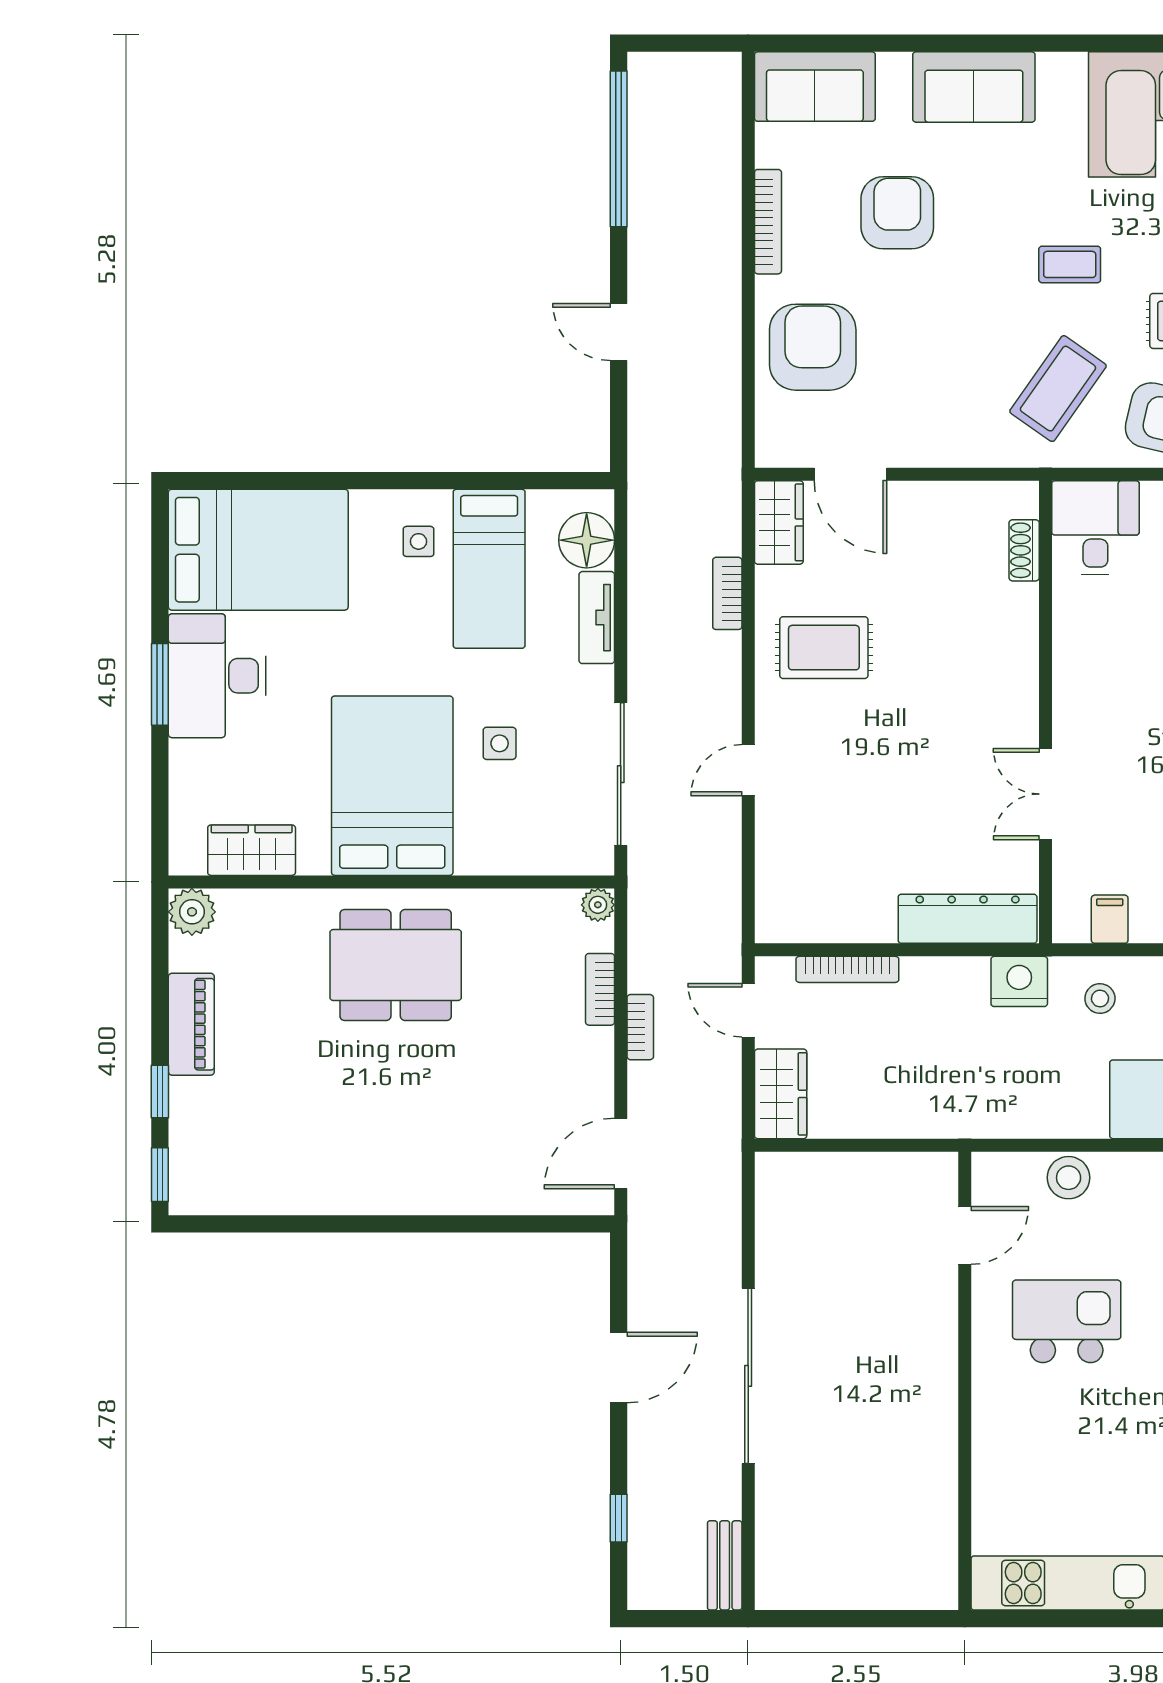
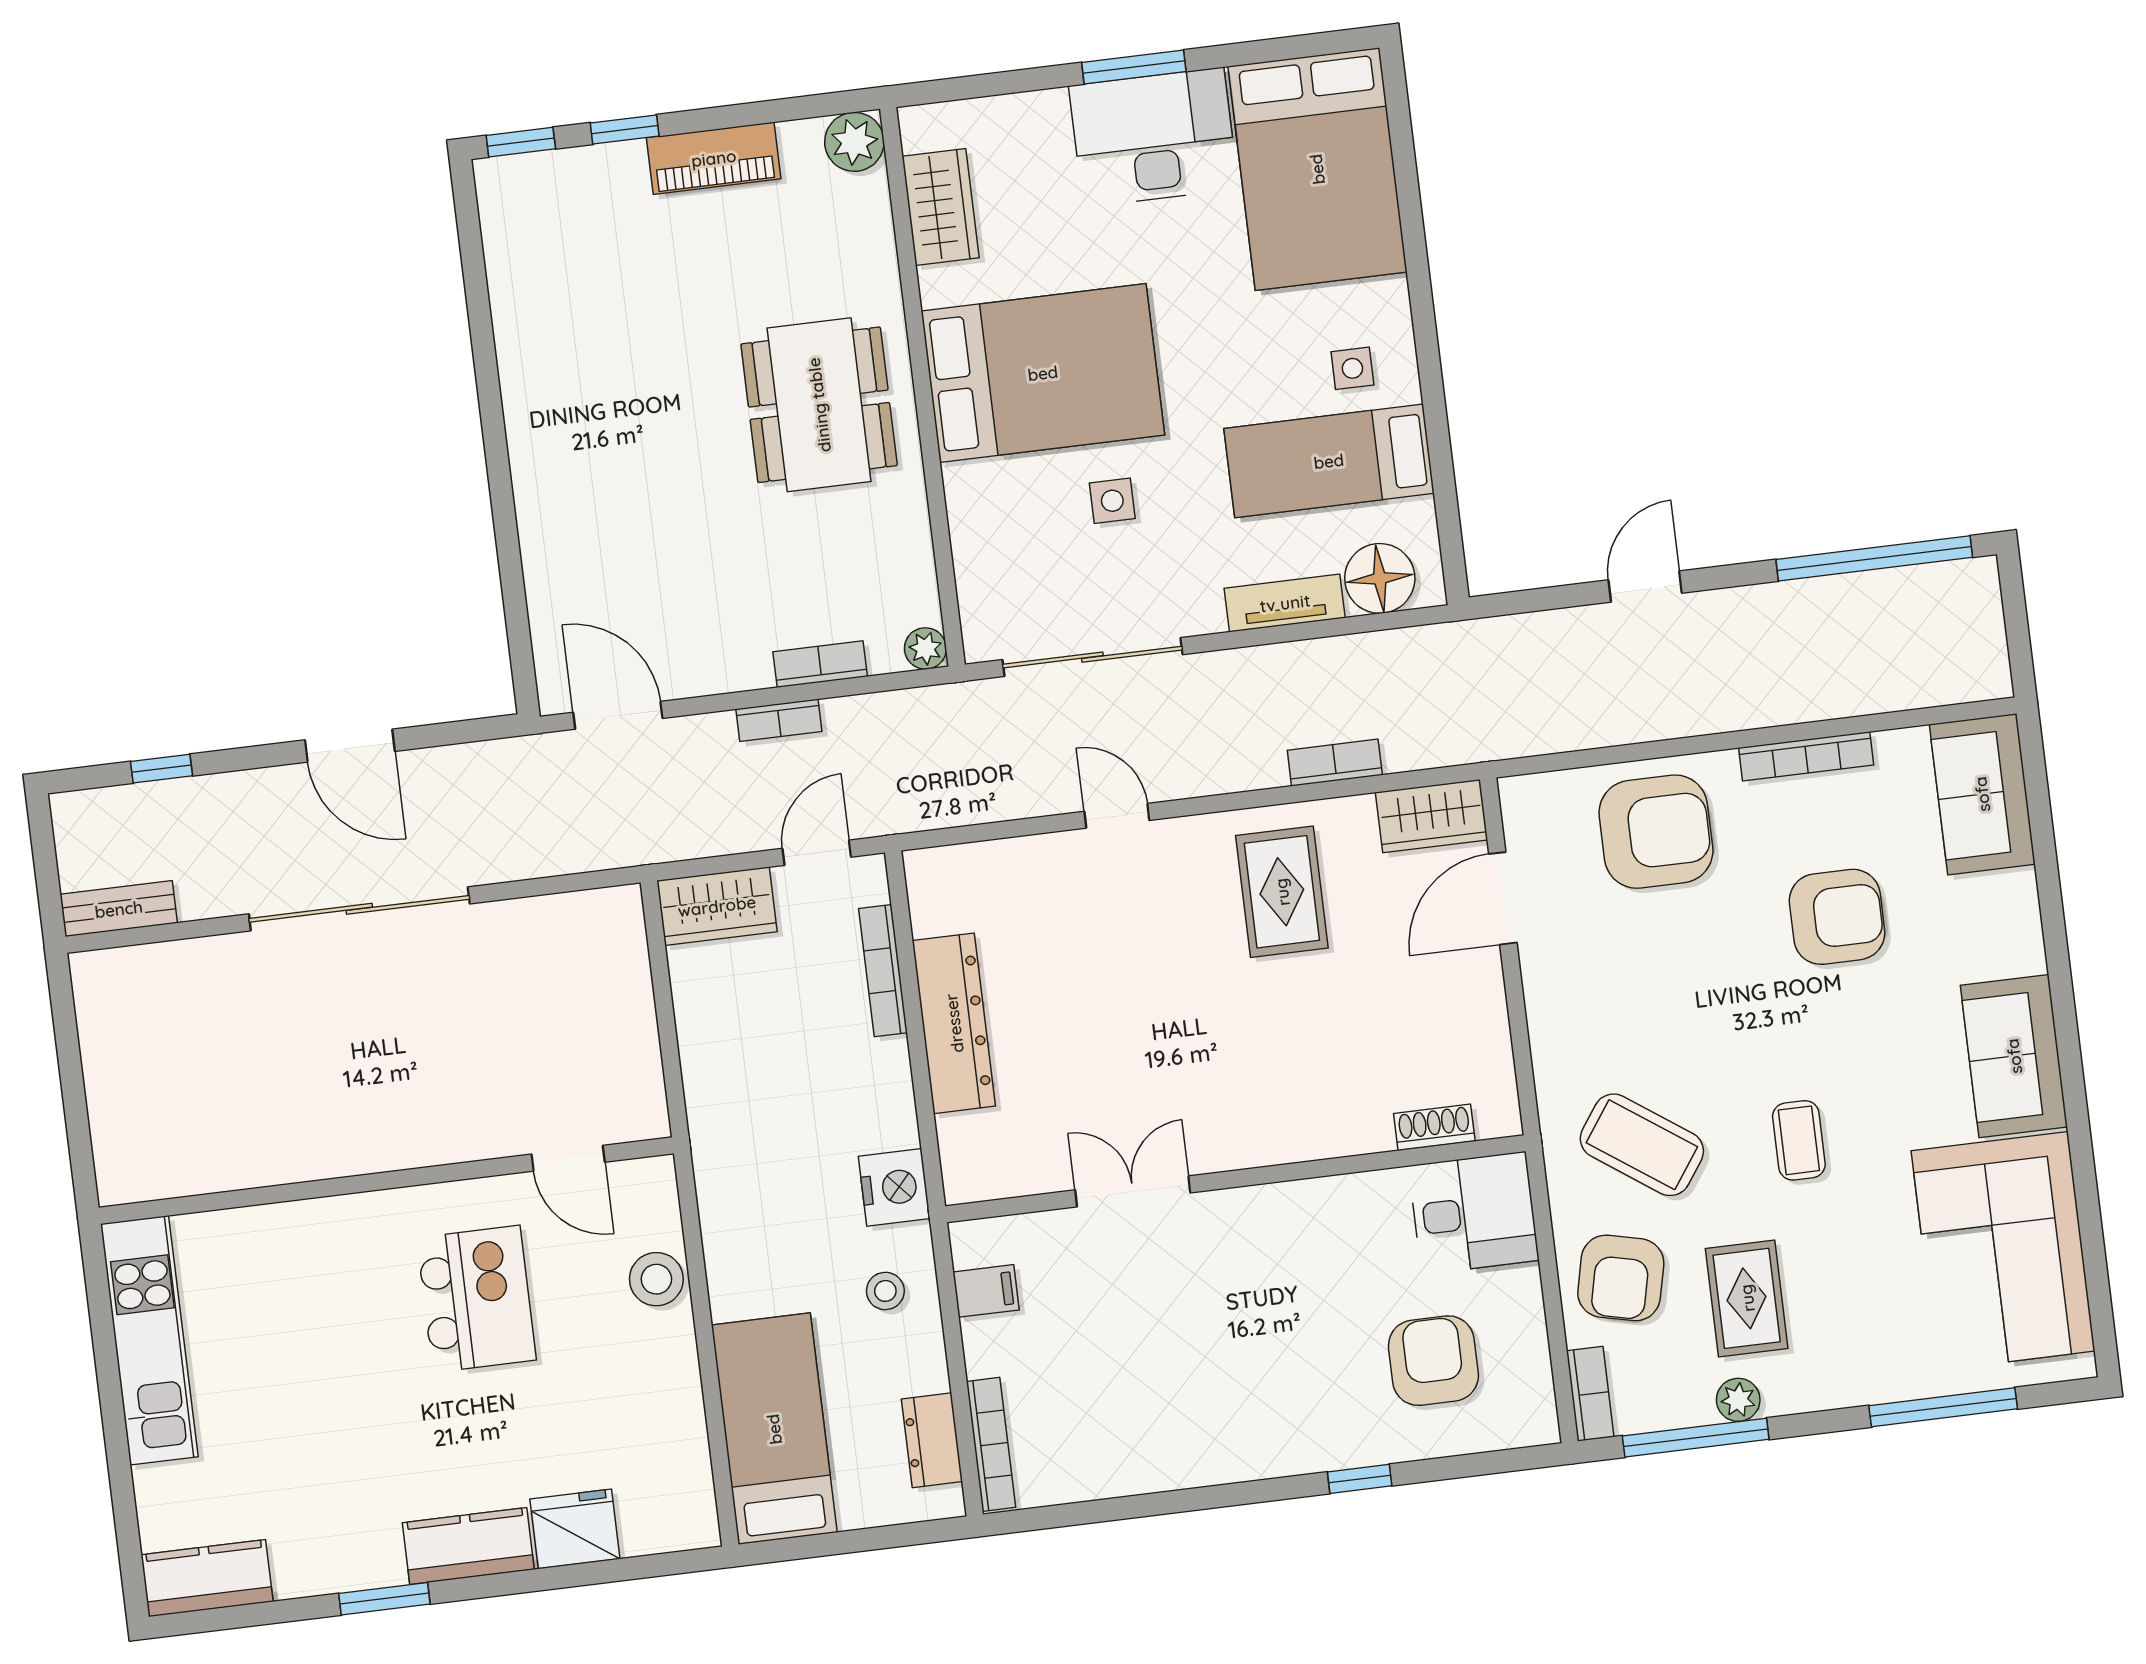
sofa: (974, 87) -> (2014, 1056), moved
dresser: (968, 919) -> (954, 1023), moved

